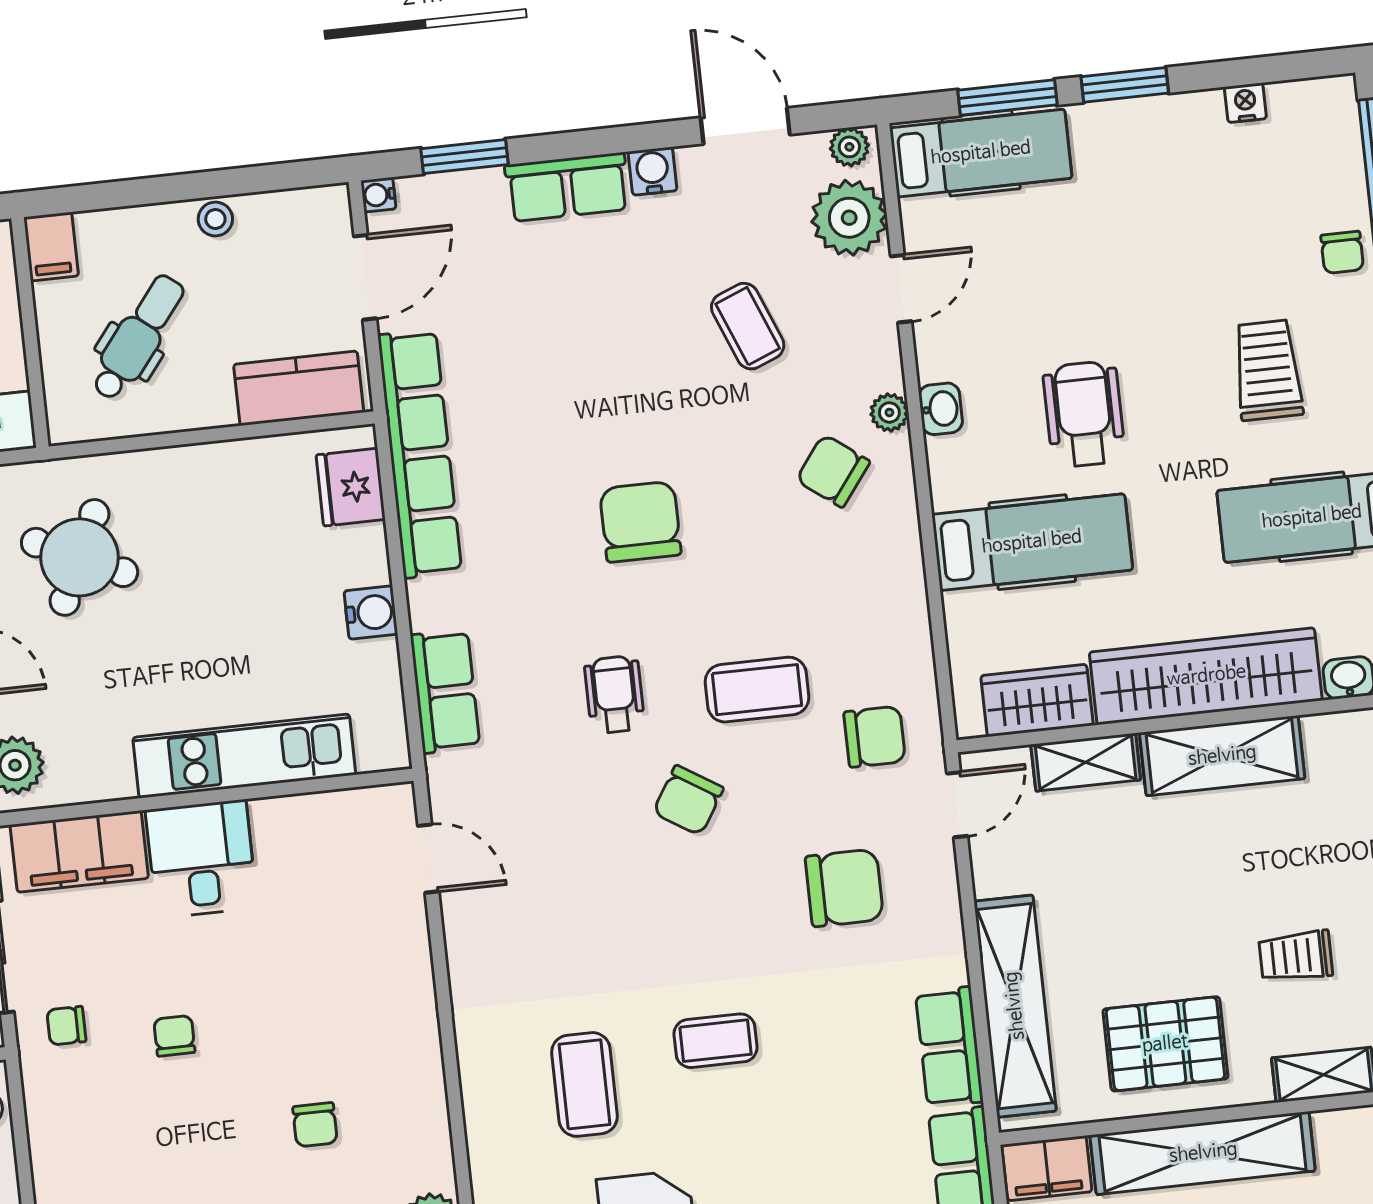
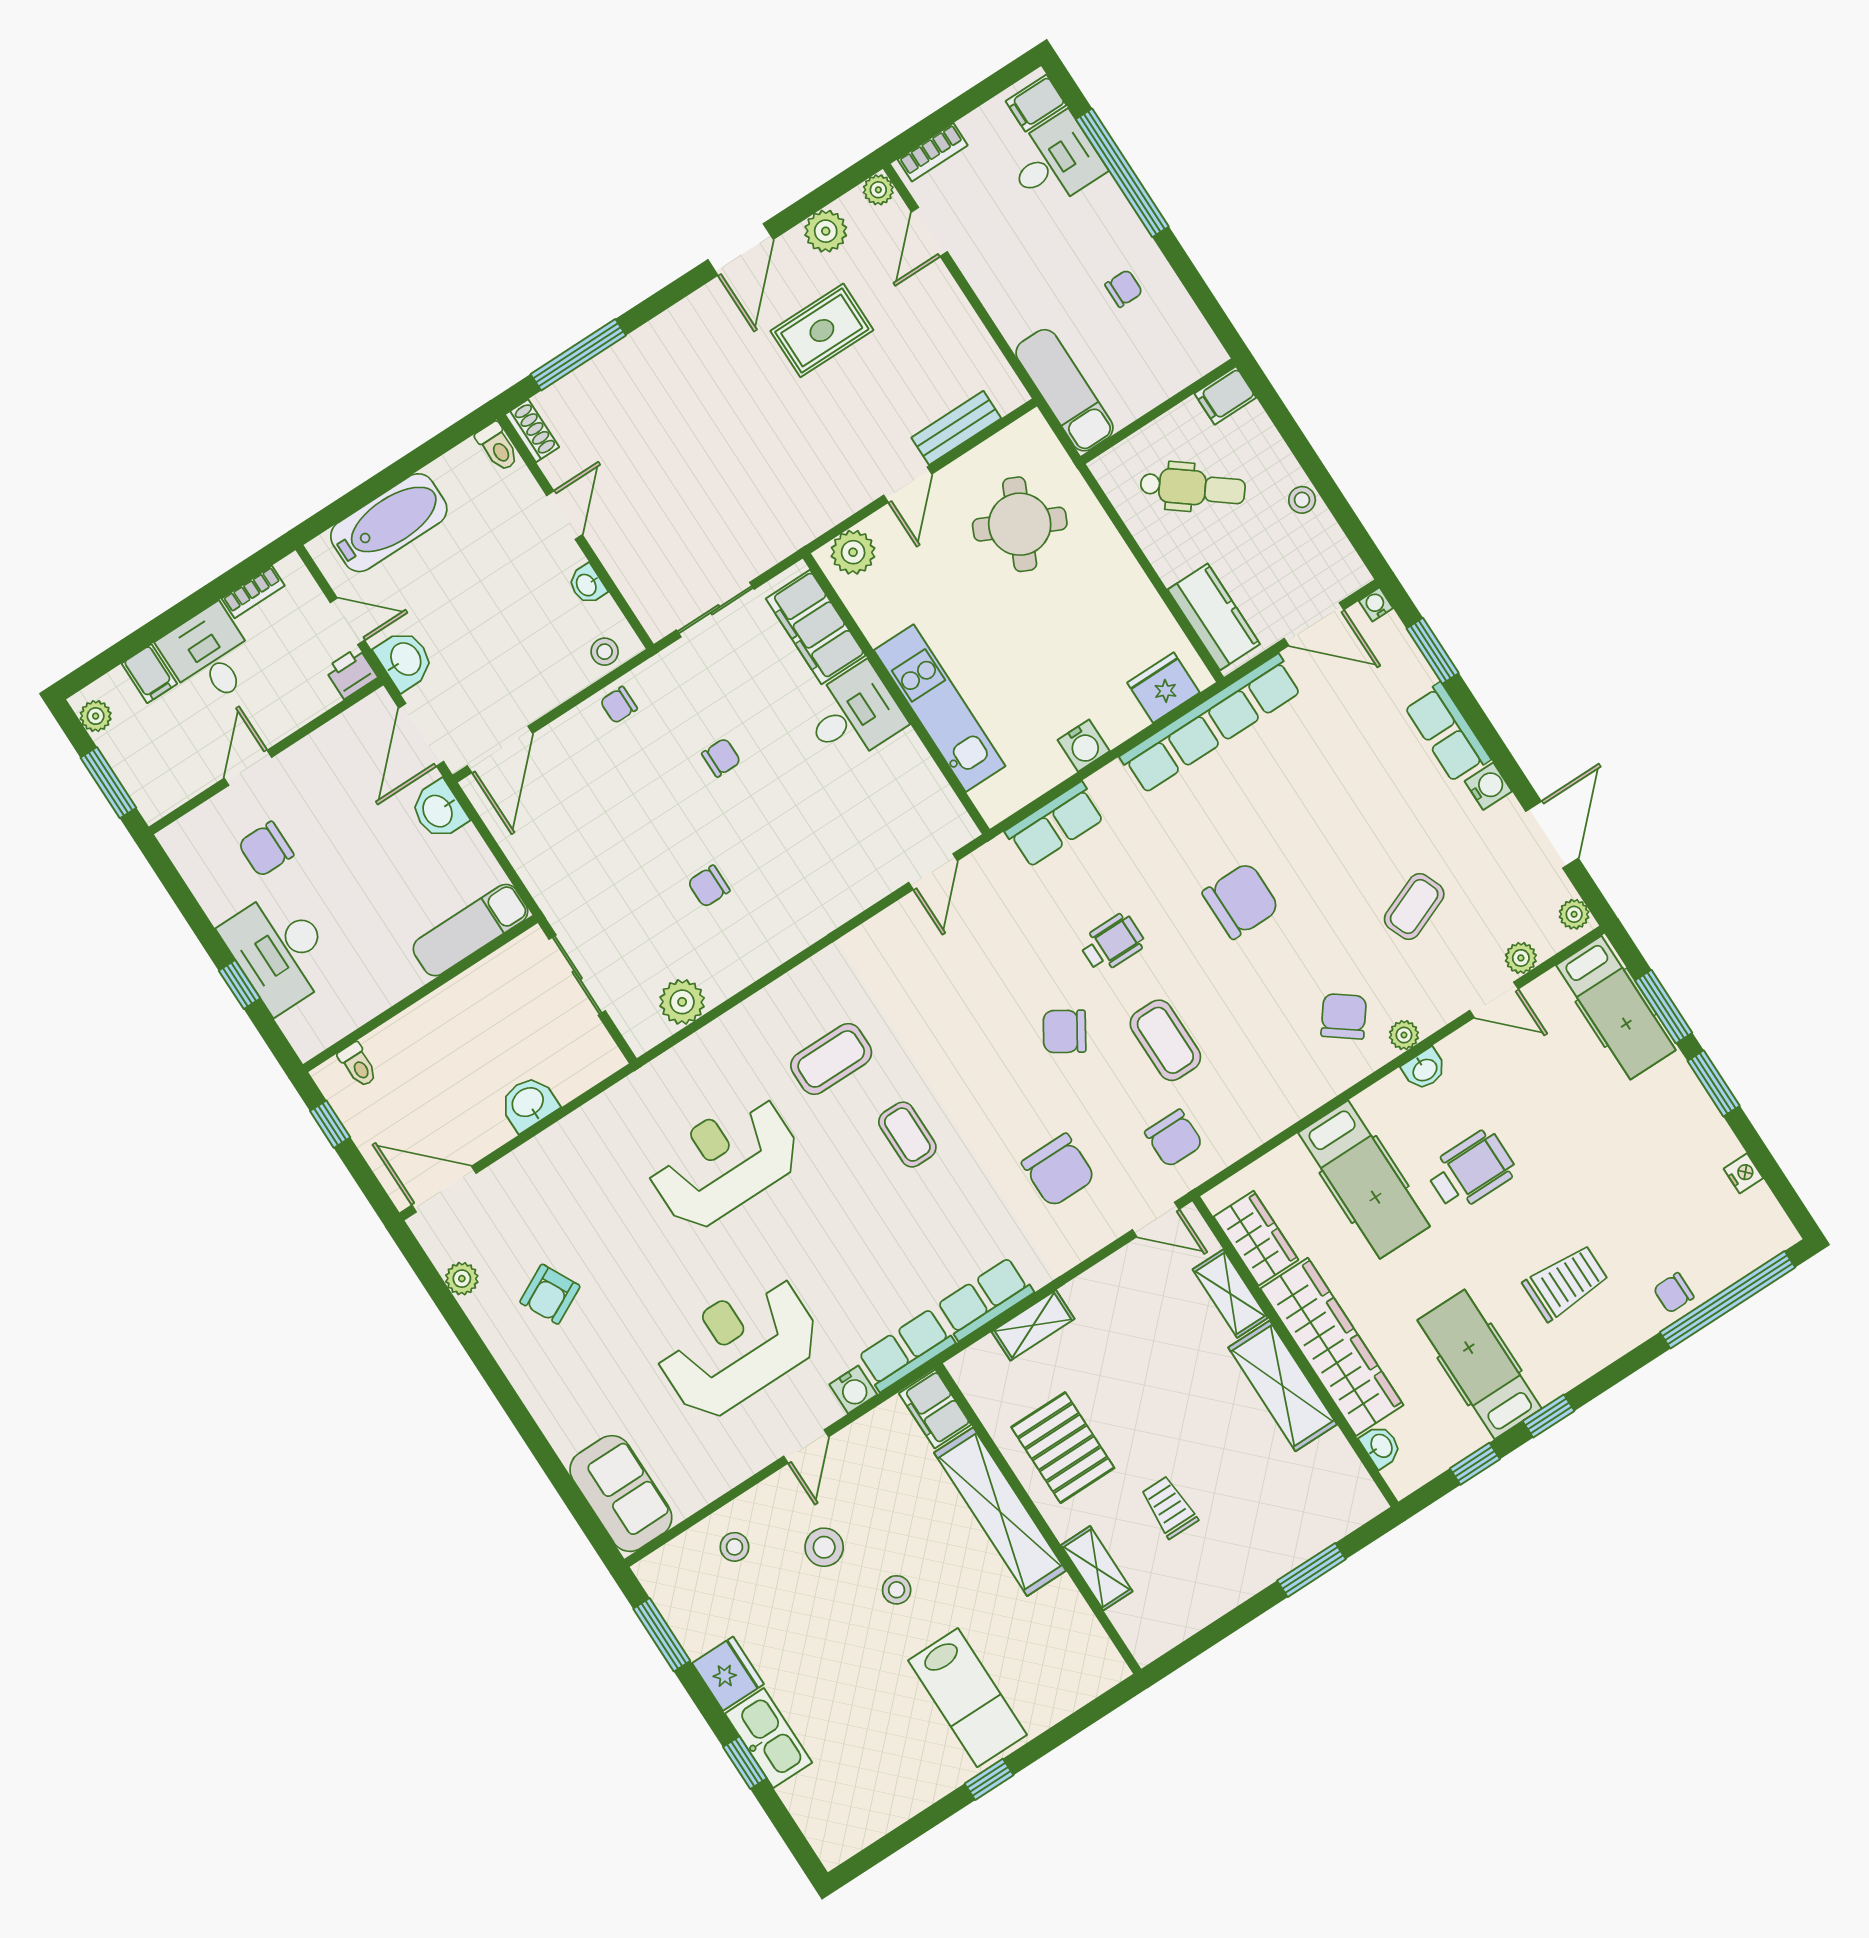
plant: (849, 218) -> (1521, 958), width x0.53, depth x0.53
shelving: (1015, 1006) -> (1033, 1325), width x0.45, depth x0.75
chair: (66, 1026) -> (619, 705), moved, turned -90

